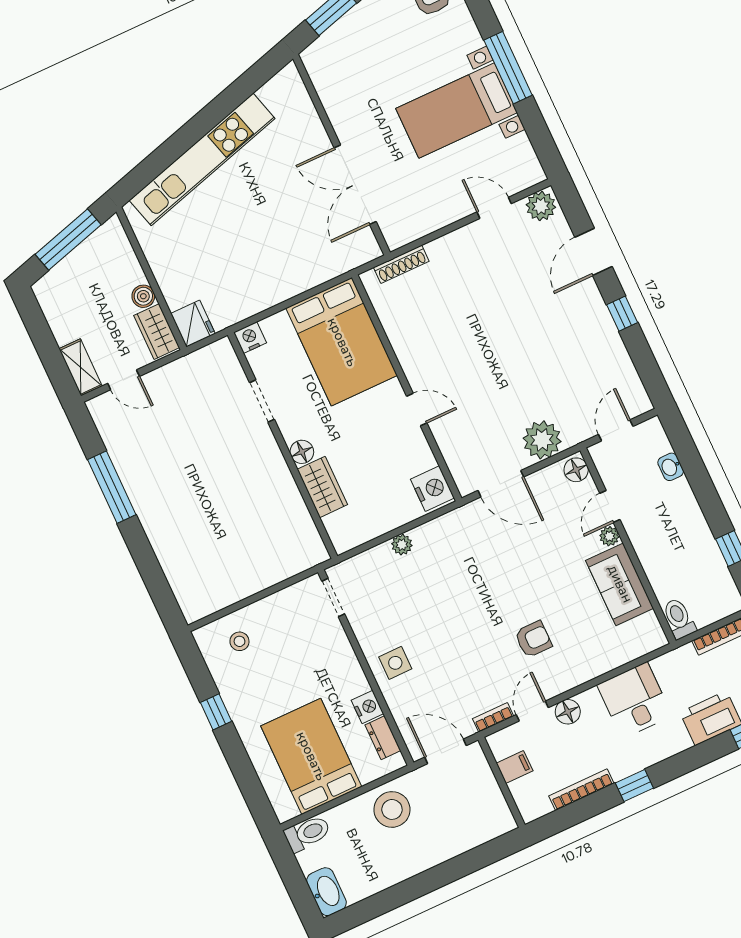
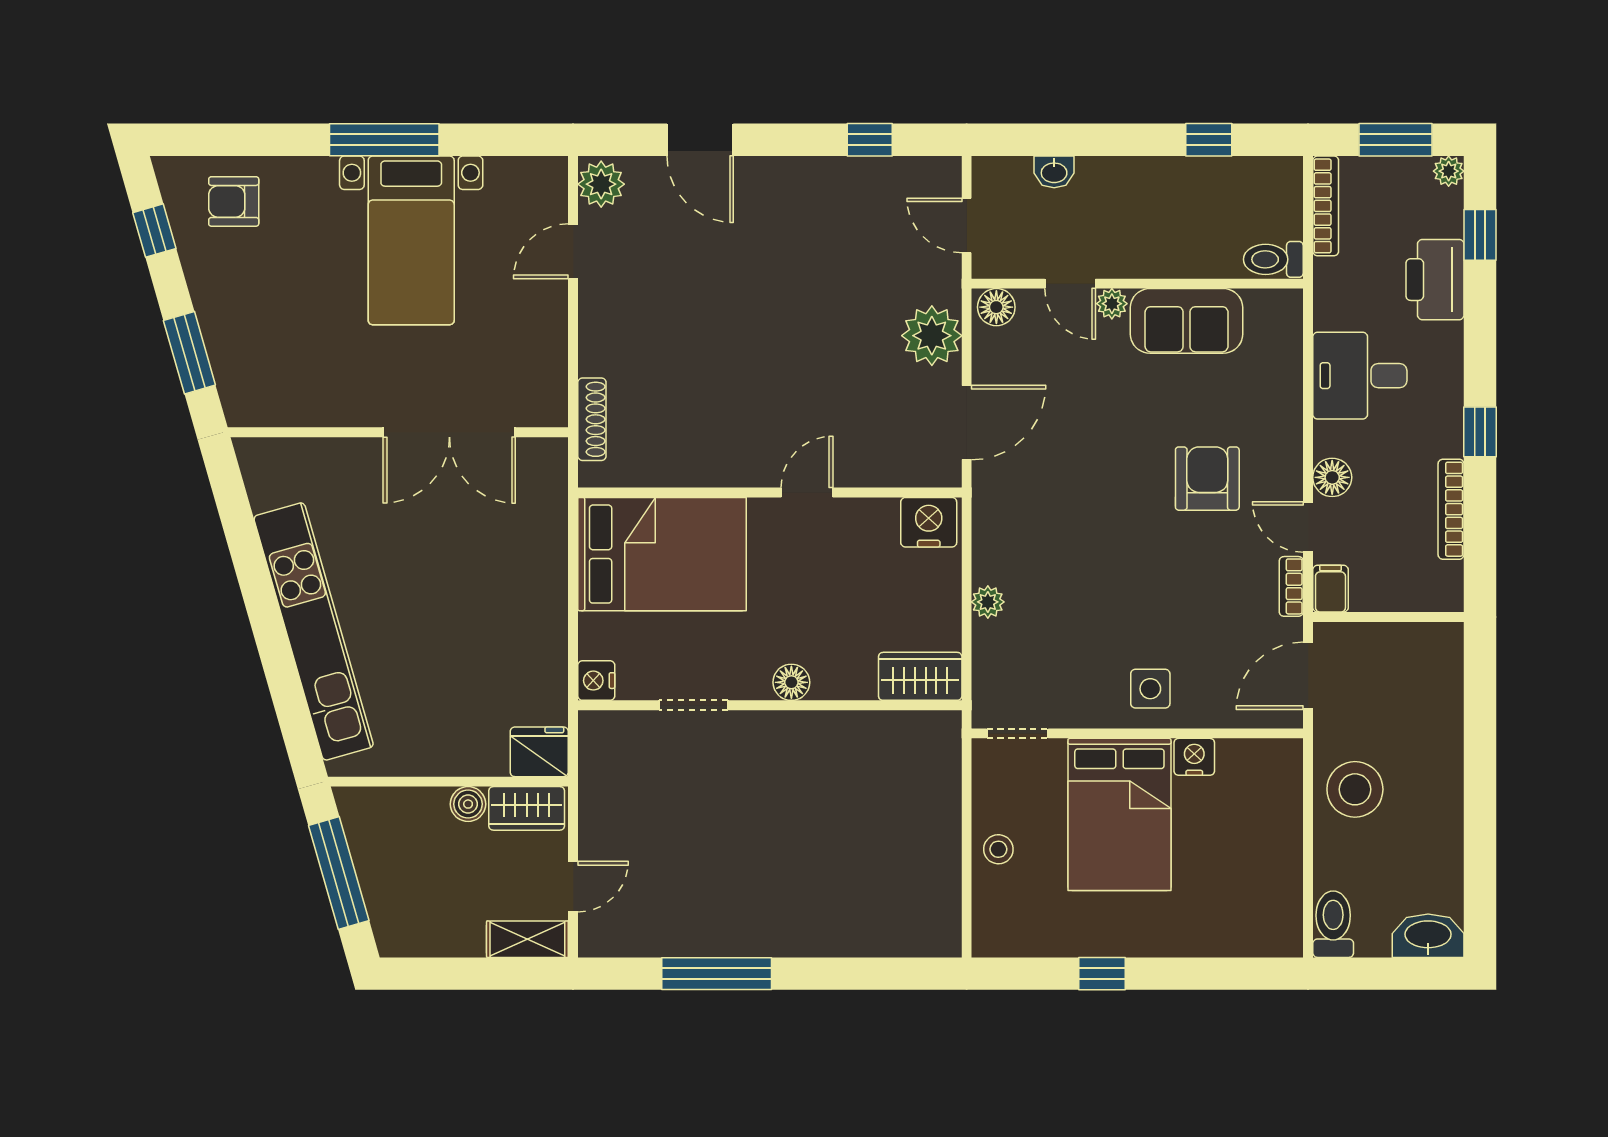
window: (622, 314) -> (870, 140), moved
wardrobe: (322, 487) -> (920, 676), moved
armchair: (533, 639) -> (1207, 479), width x1.38, depth x1.38
stool: (239, 641) -> (998, 849), moved
dresser: (383, 738) -> (1248, 755), removed
bed: (311, 756) -> (1119, 814), moved, turned -90
filing cabinet: (515, 767) -> (1330, 589), moved

